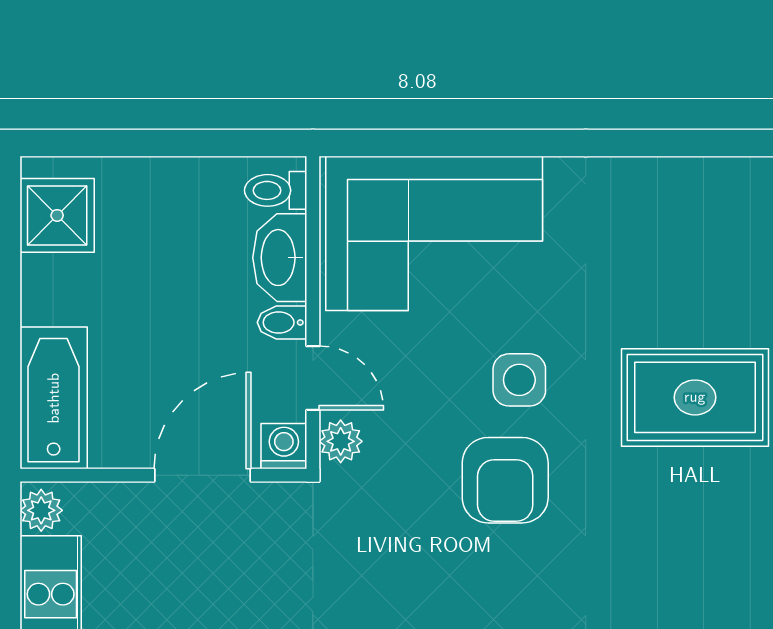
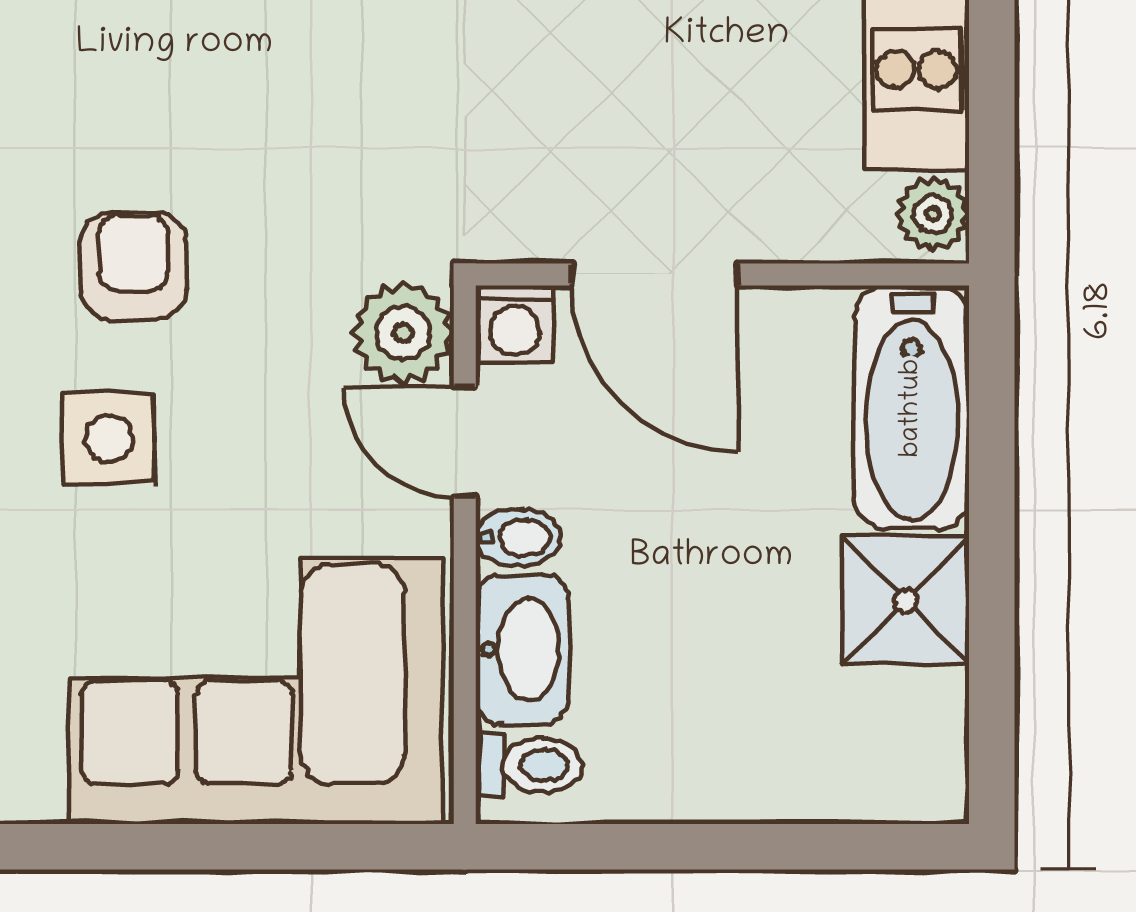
shower: (57, 215) -> (905, 601), moved
plant: (341, 441) -> (403, 333), width x1.38, depth x1.38
door: (203, 475) -> (655, 274), hinge flipped
armchair: (505, 480) -> (133, 266), width x0.72, depth x0.72

